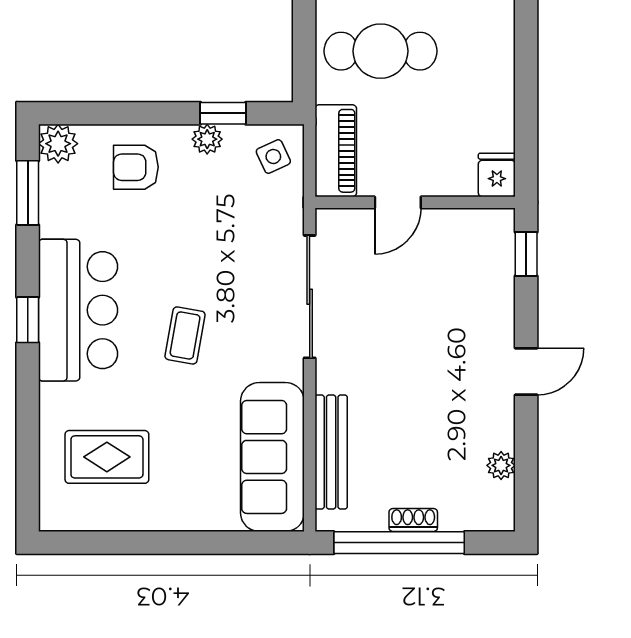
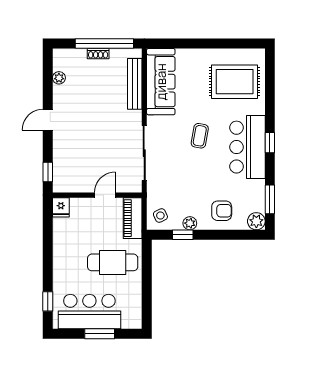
rug: (107, 457) -> (235, 82), width x1.36, depth x1.43

